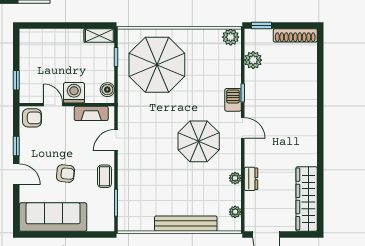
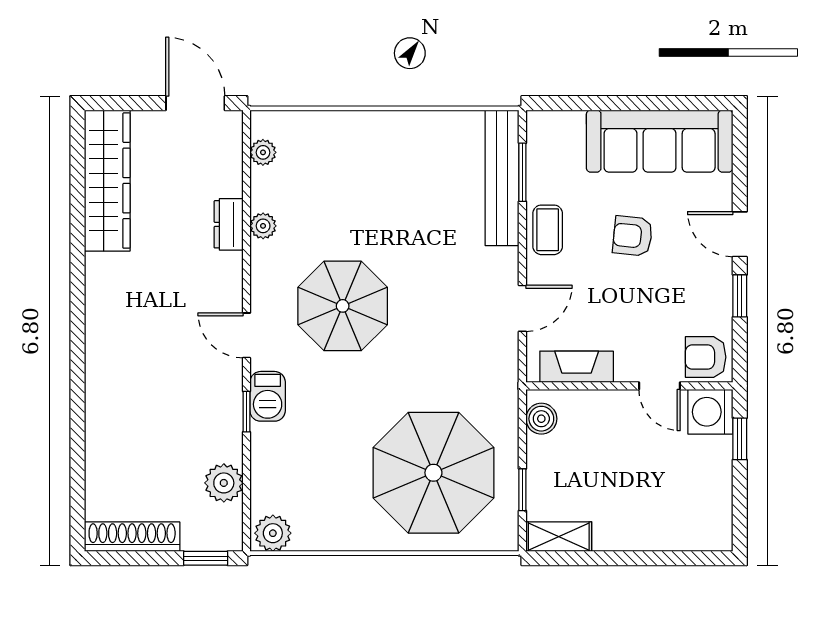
washing machine: (74, 93) -> (710, 412), moved, turned 90
bench: (186, 224) -> (502, 178), moved, turned 90

